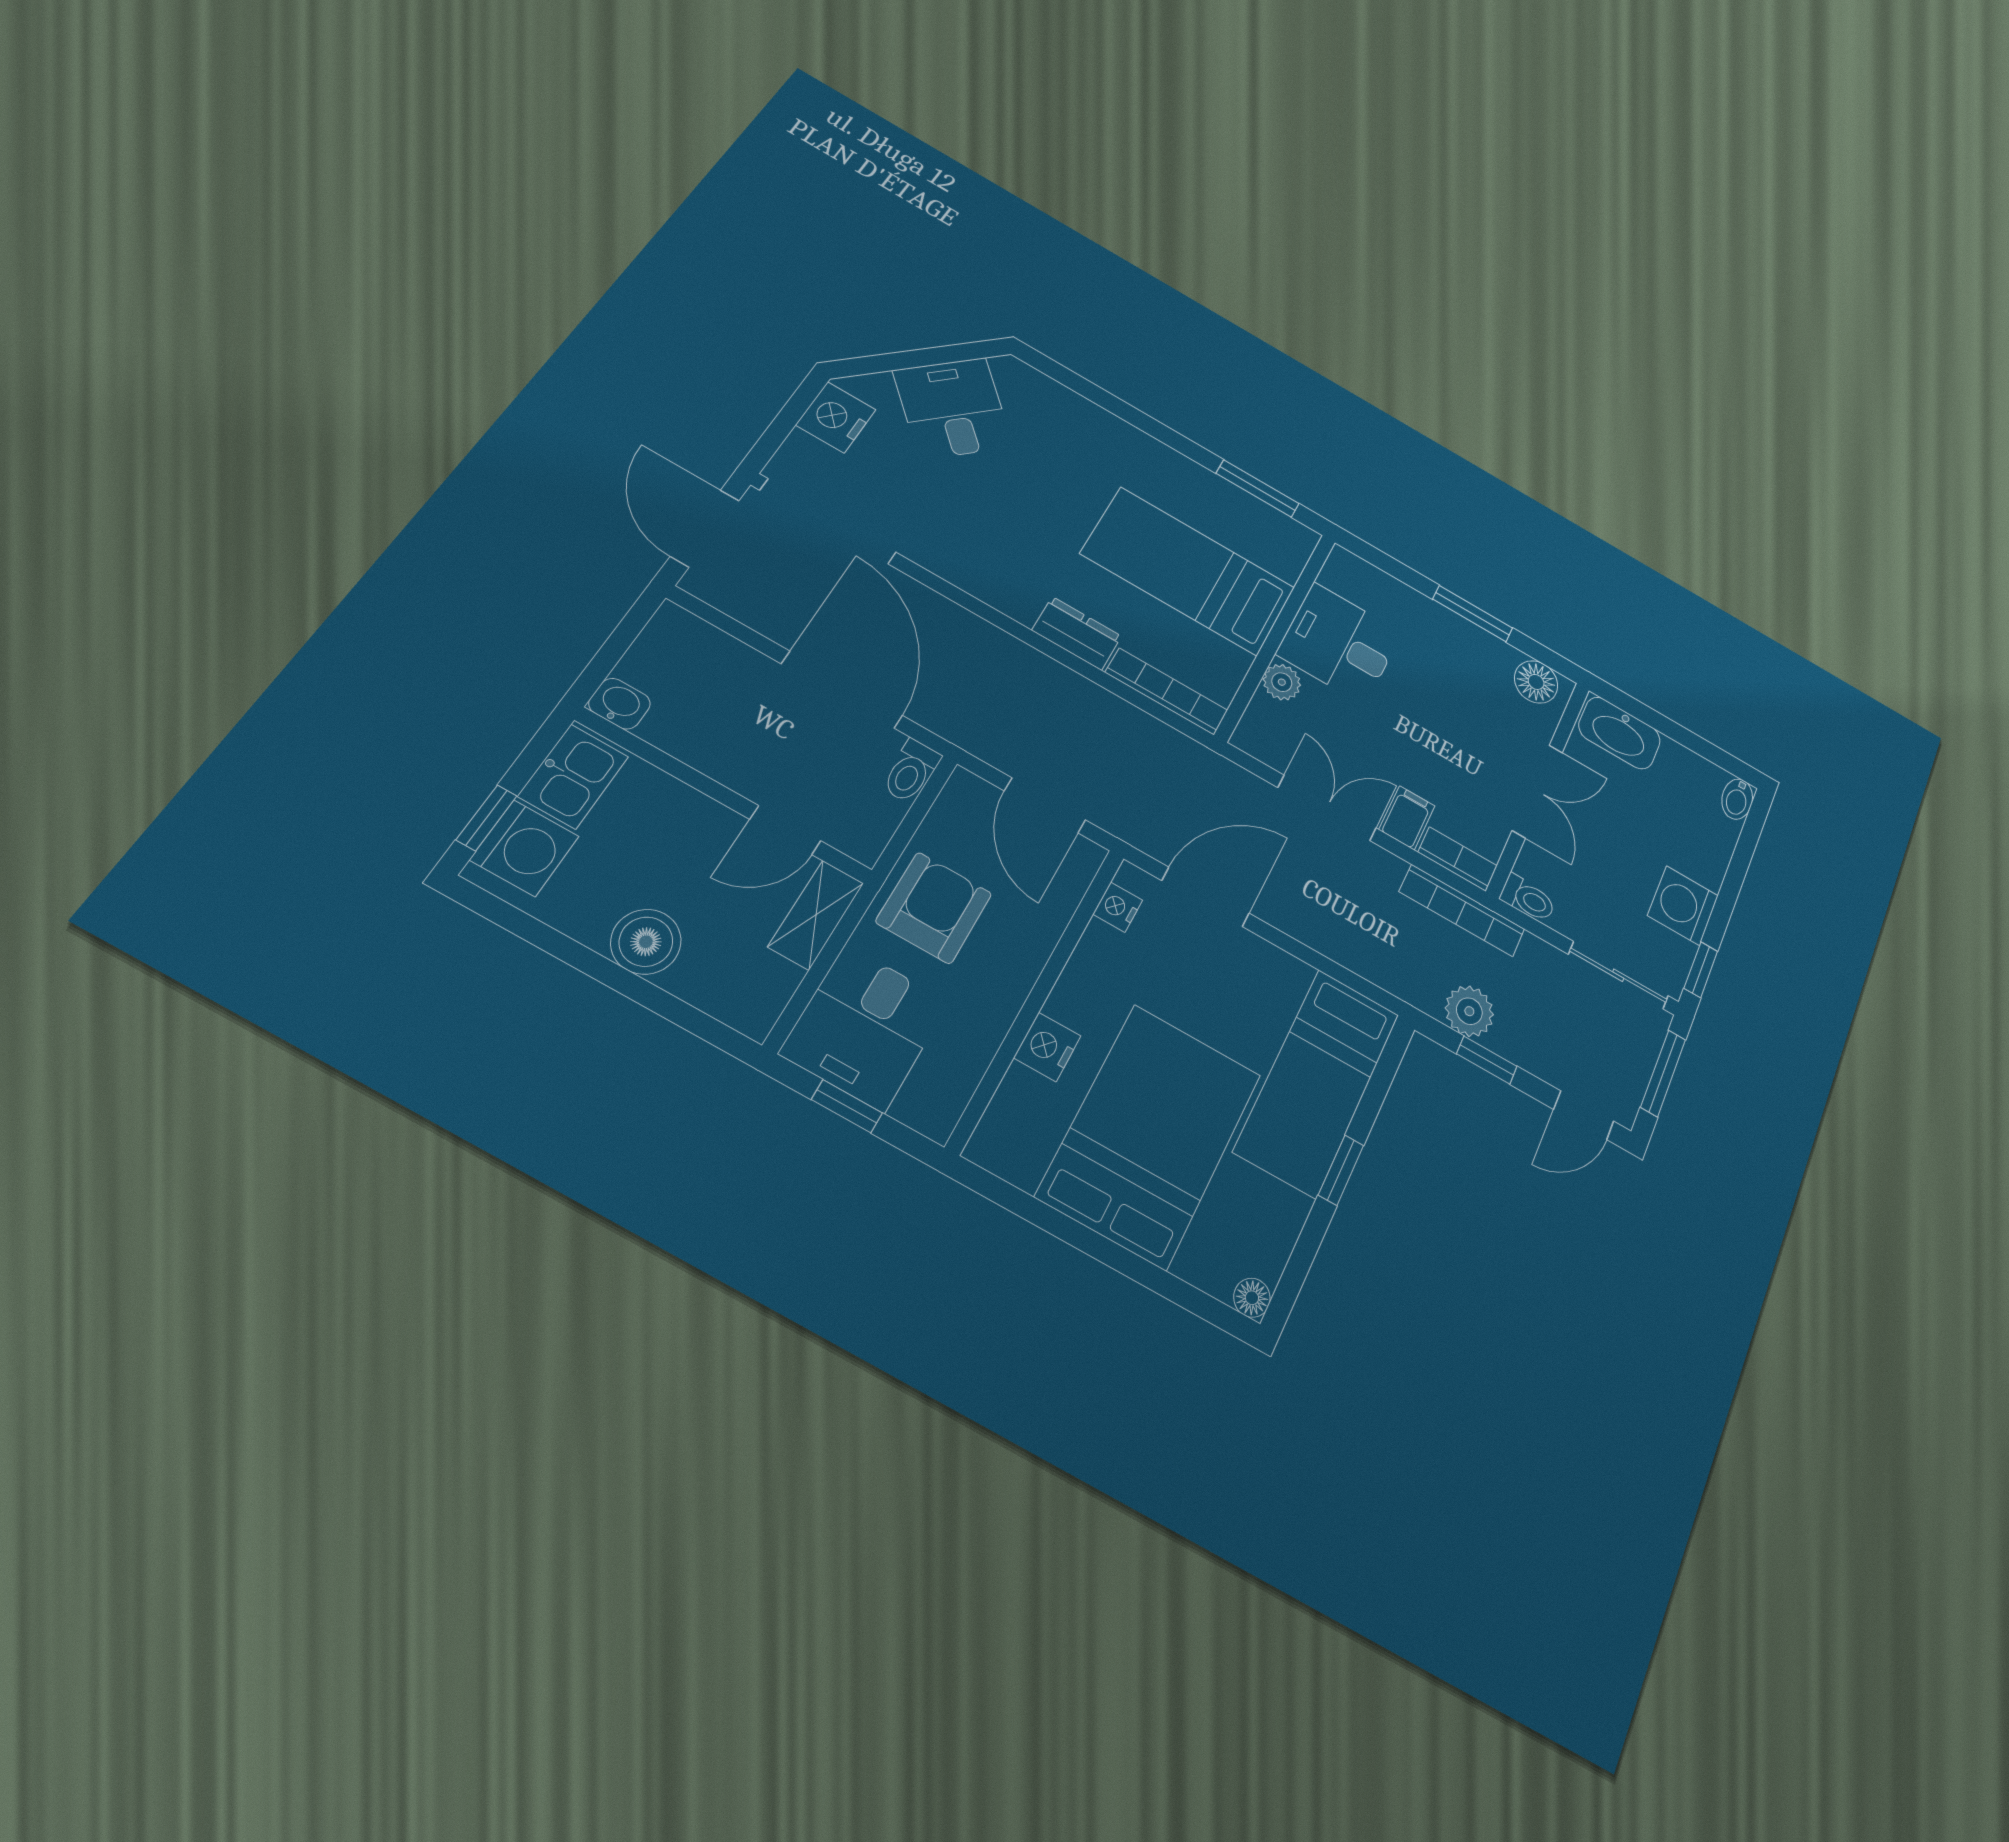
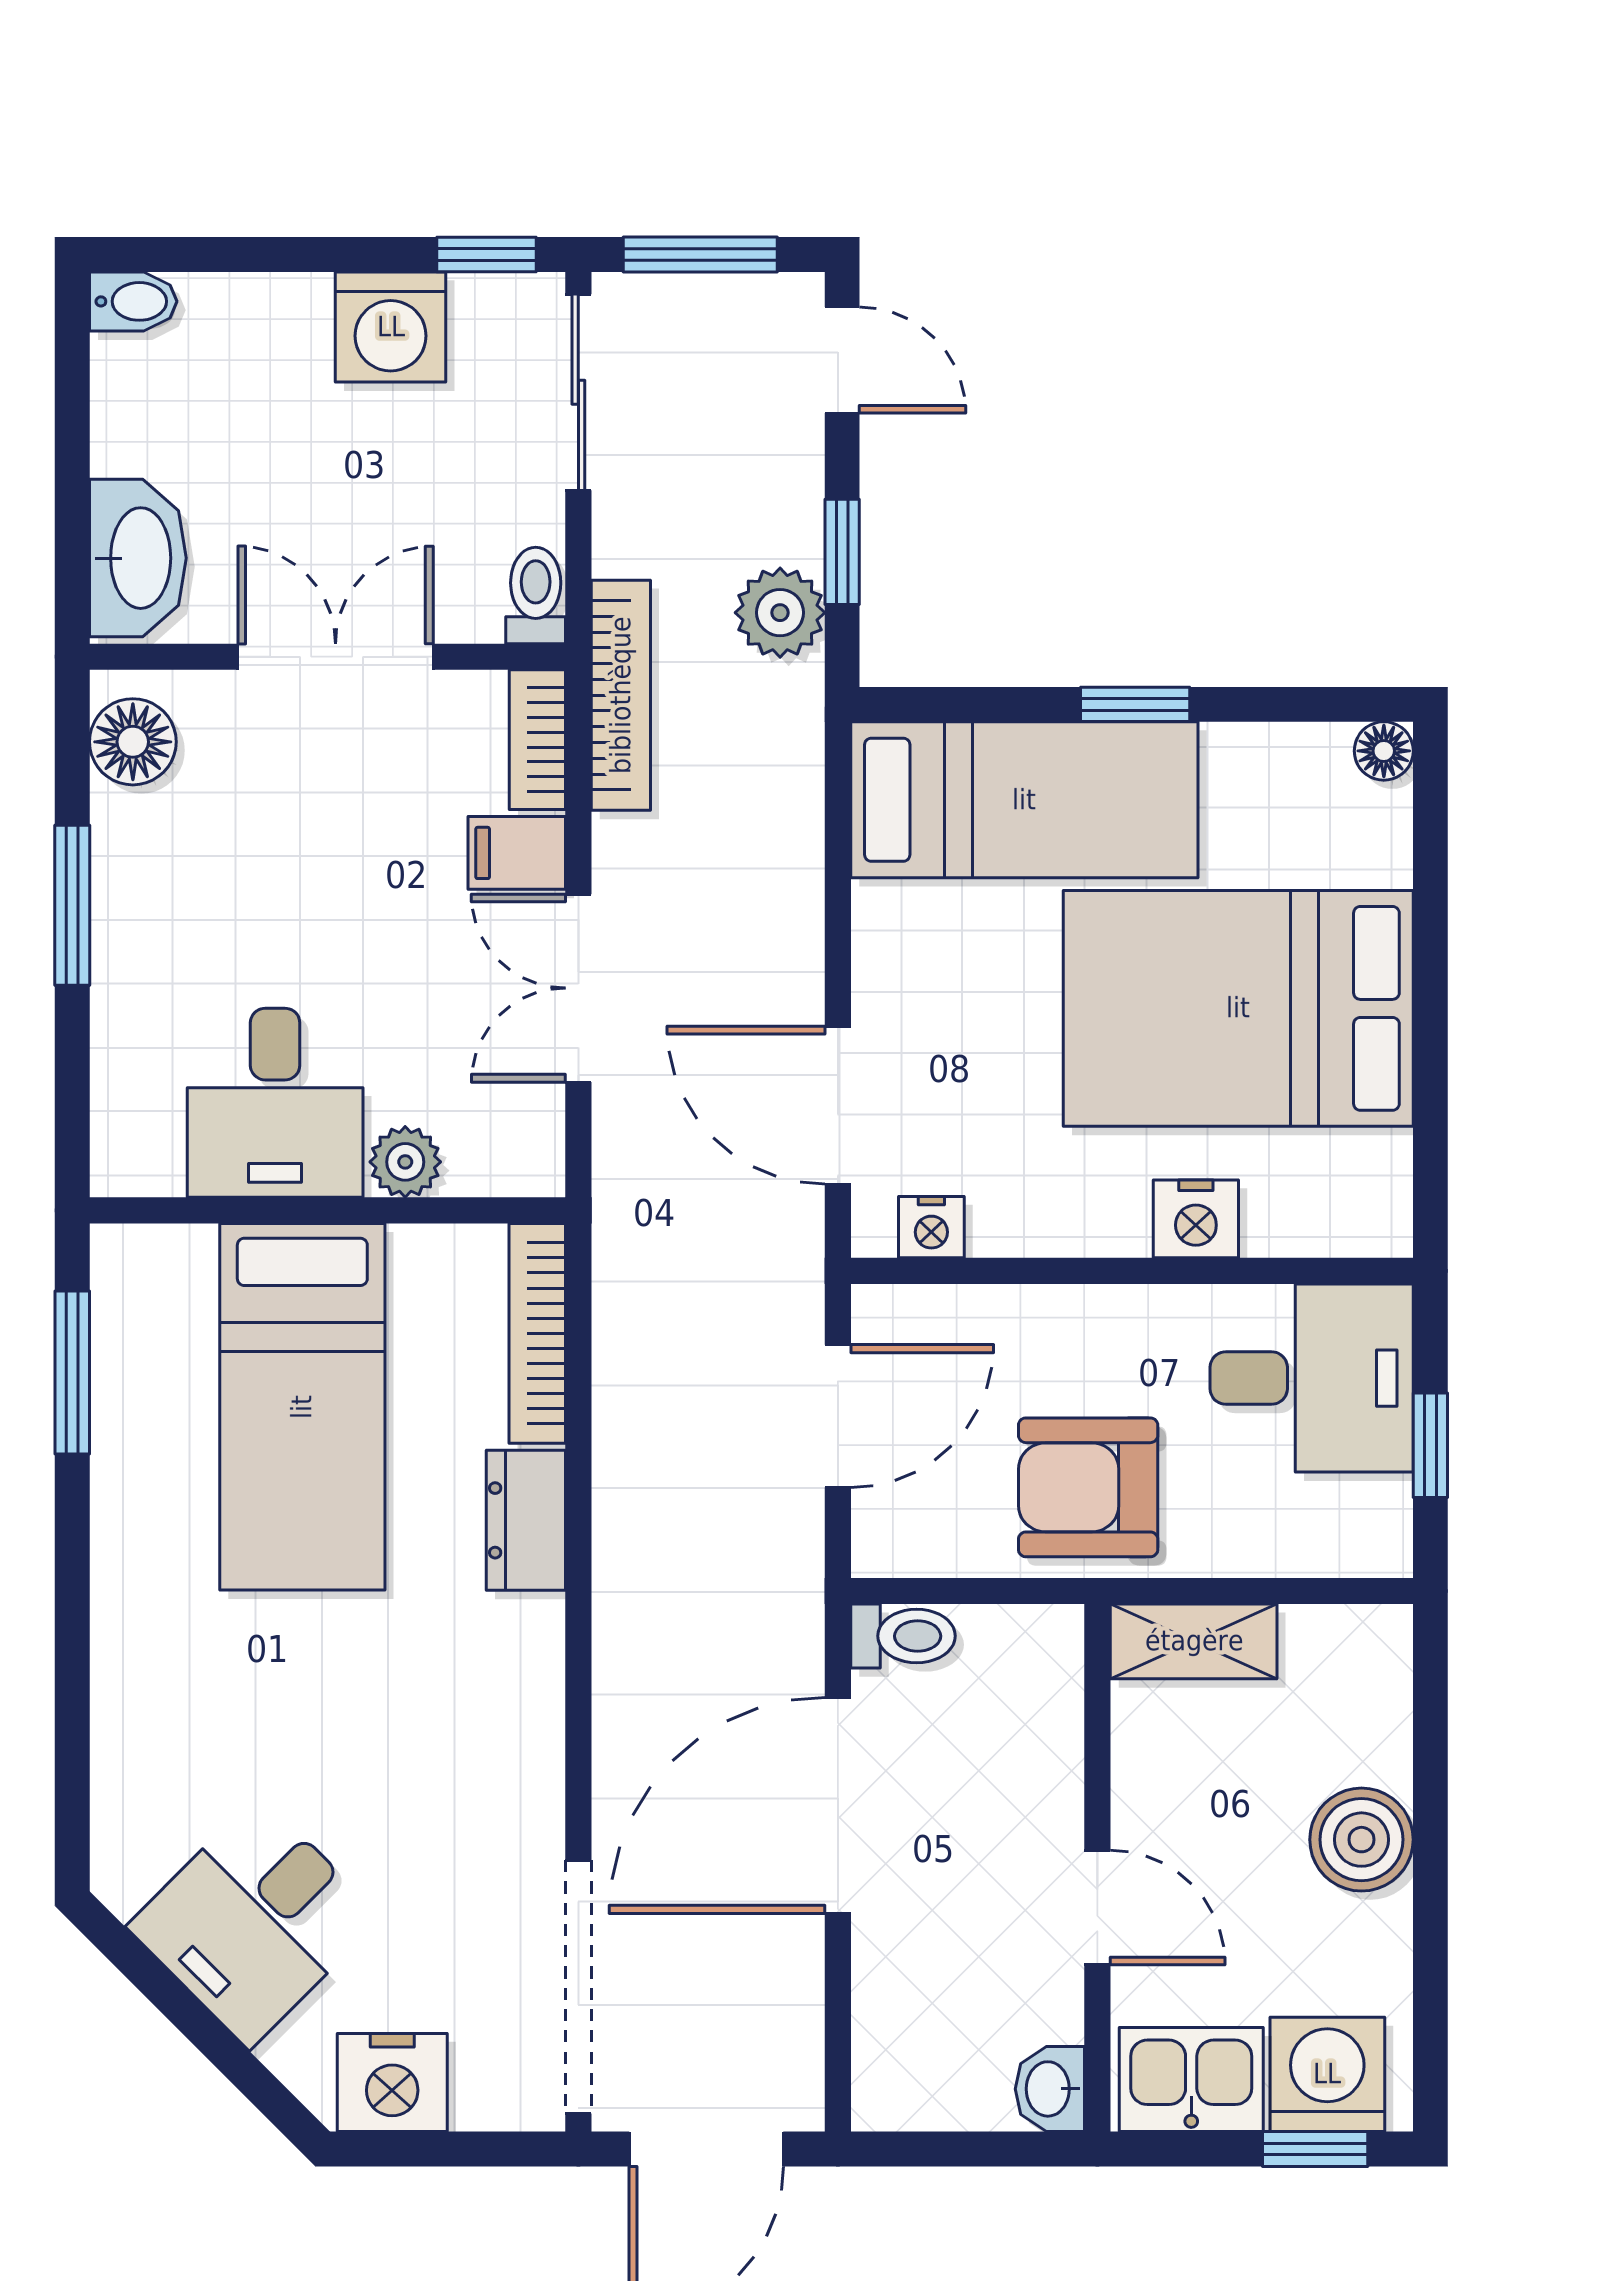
door: (785, 830) -> (1097, 1908), moved
desk: (865, 1027) -> (1312, 1378), moved

